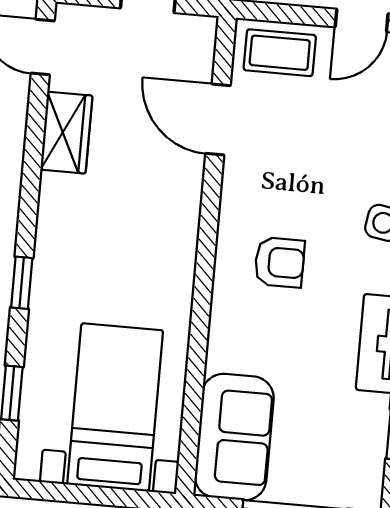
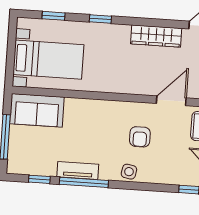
wardrobe: (66, 133) -> (156, 36), width x1.50
armchair: (279, 262) -> (140, 137), moved

